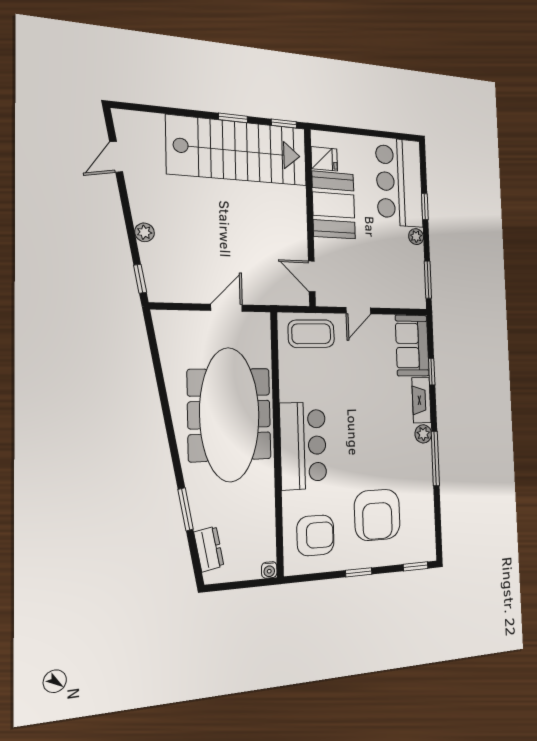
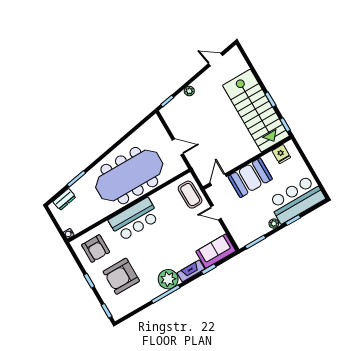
booth: (334, 205) -> (250, 178), moved
plant: (423, 434) -> (168, 279), width x1.88, depth x1.88

